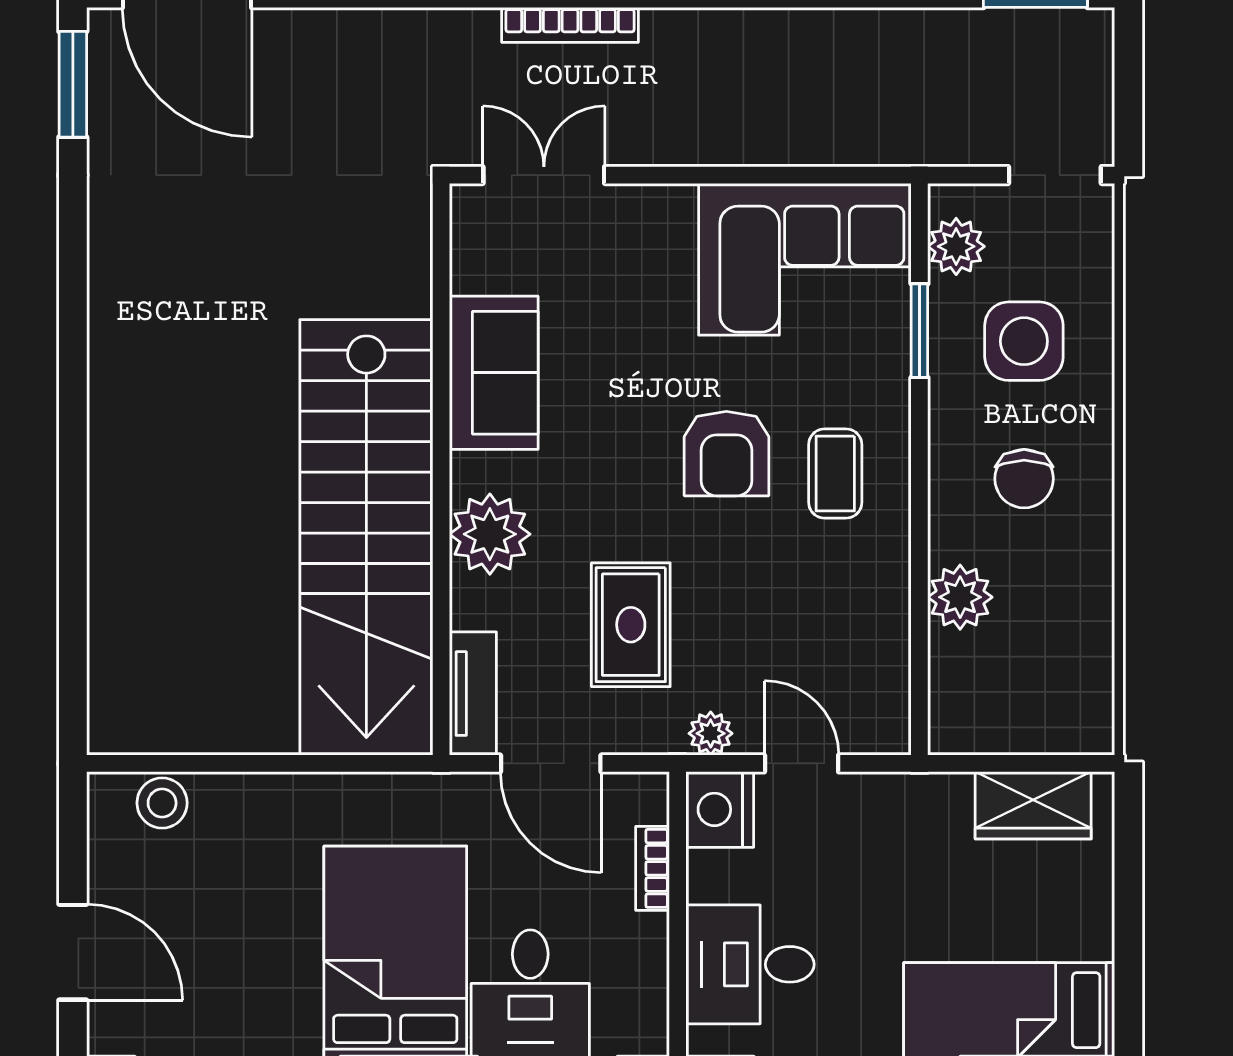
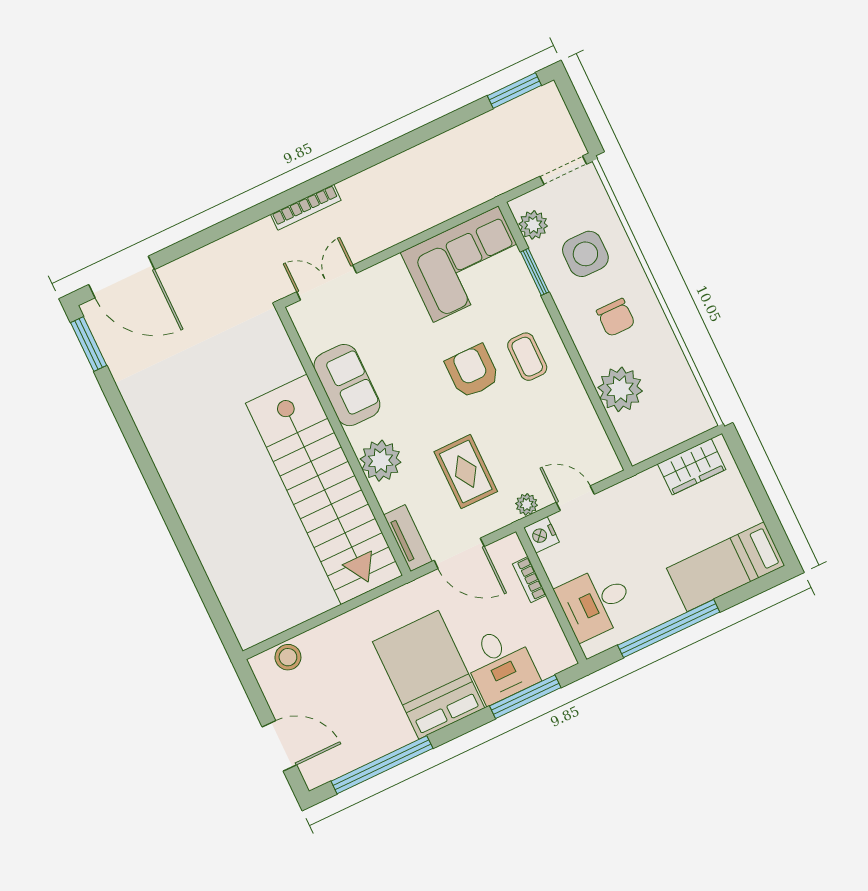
armchair: (726, 454) -> (472, 371), turned 180
plant: (960, 597) -> (620, 389), width x1.36, depth x1.36
nightstand: (720, 809) -> (541, 535), width x0.74, depth x0.75

